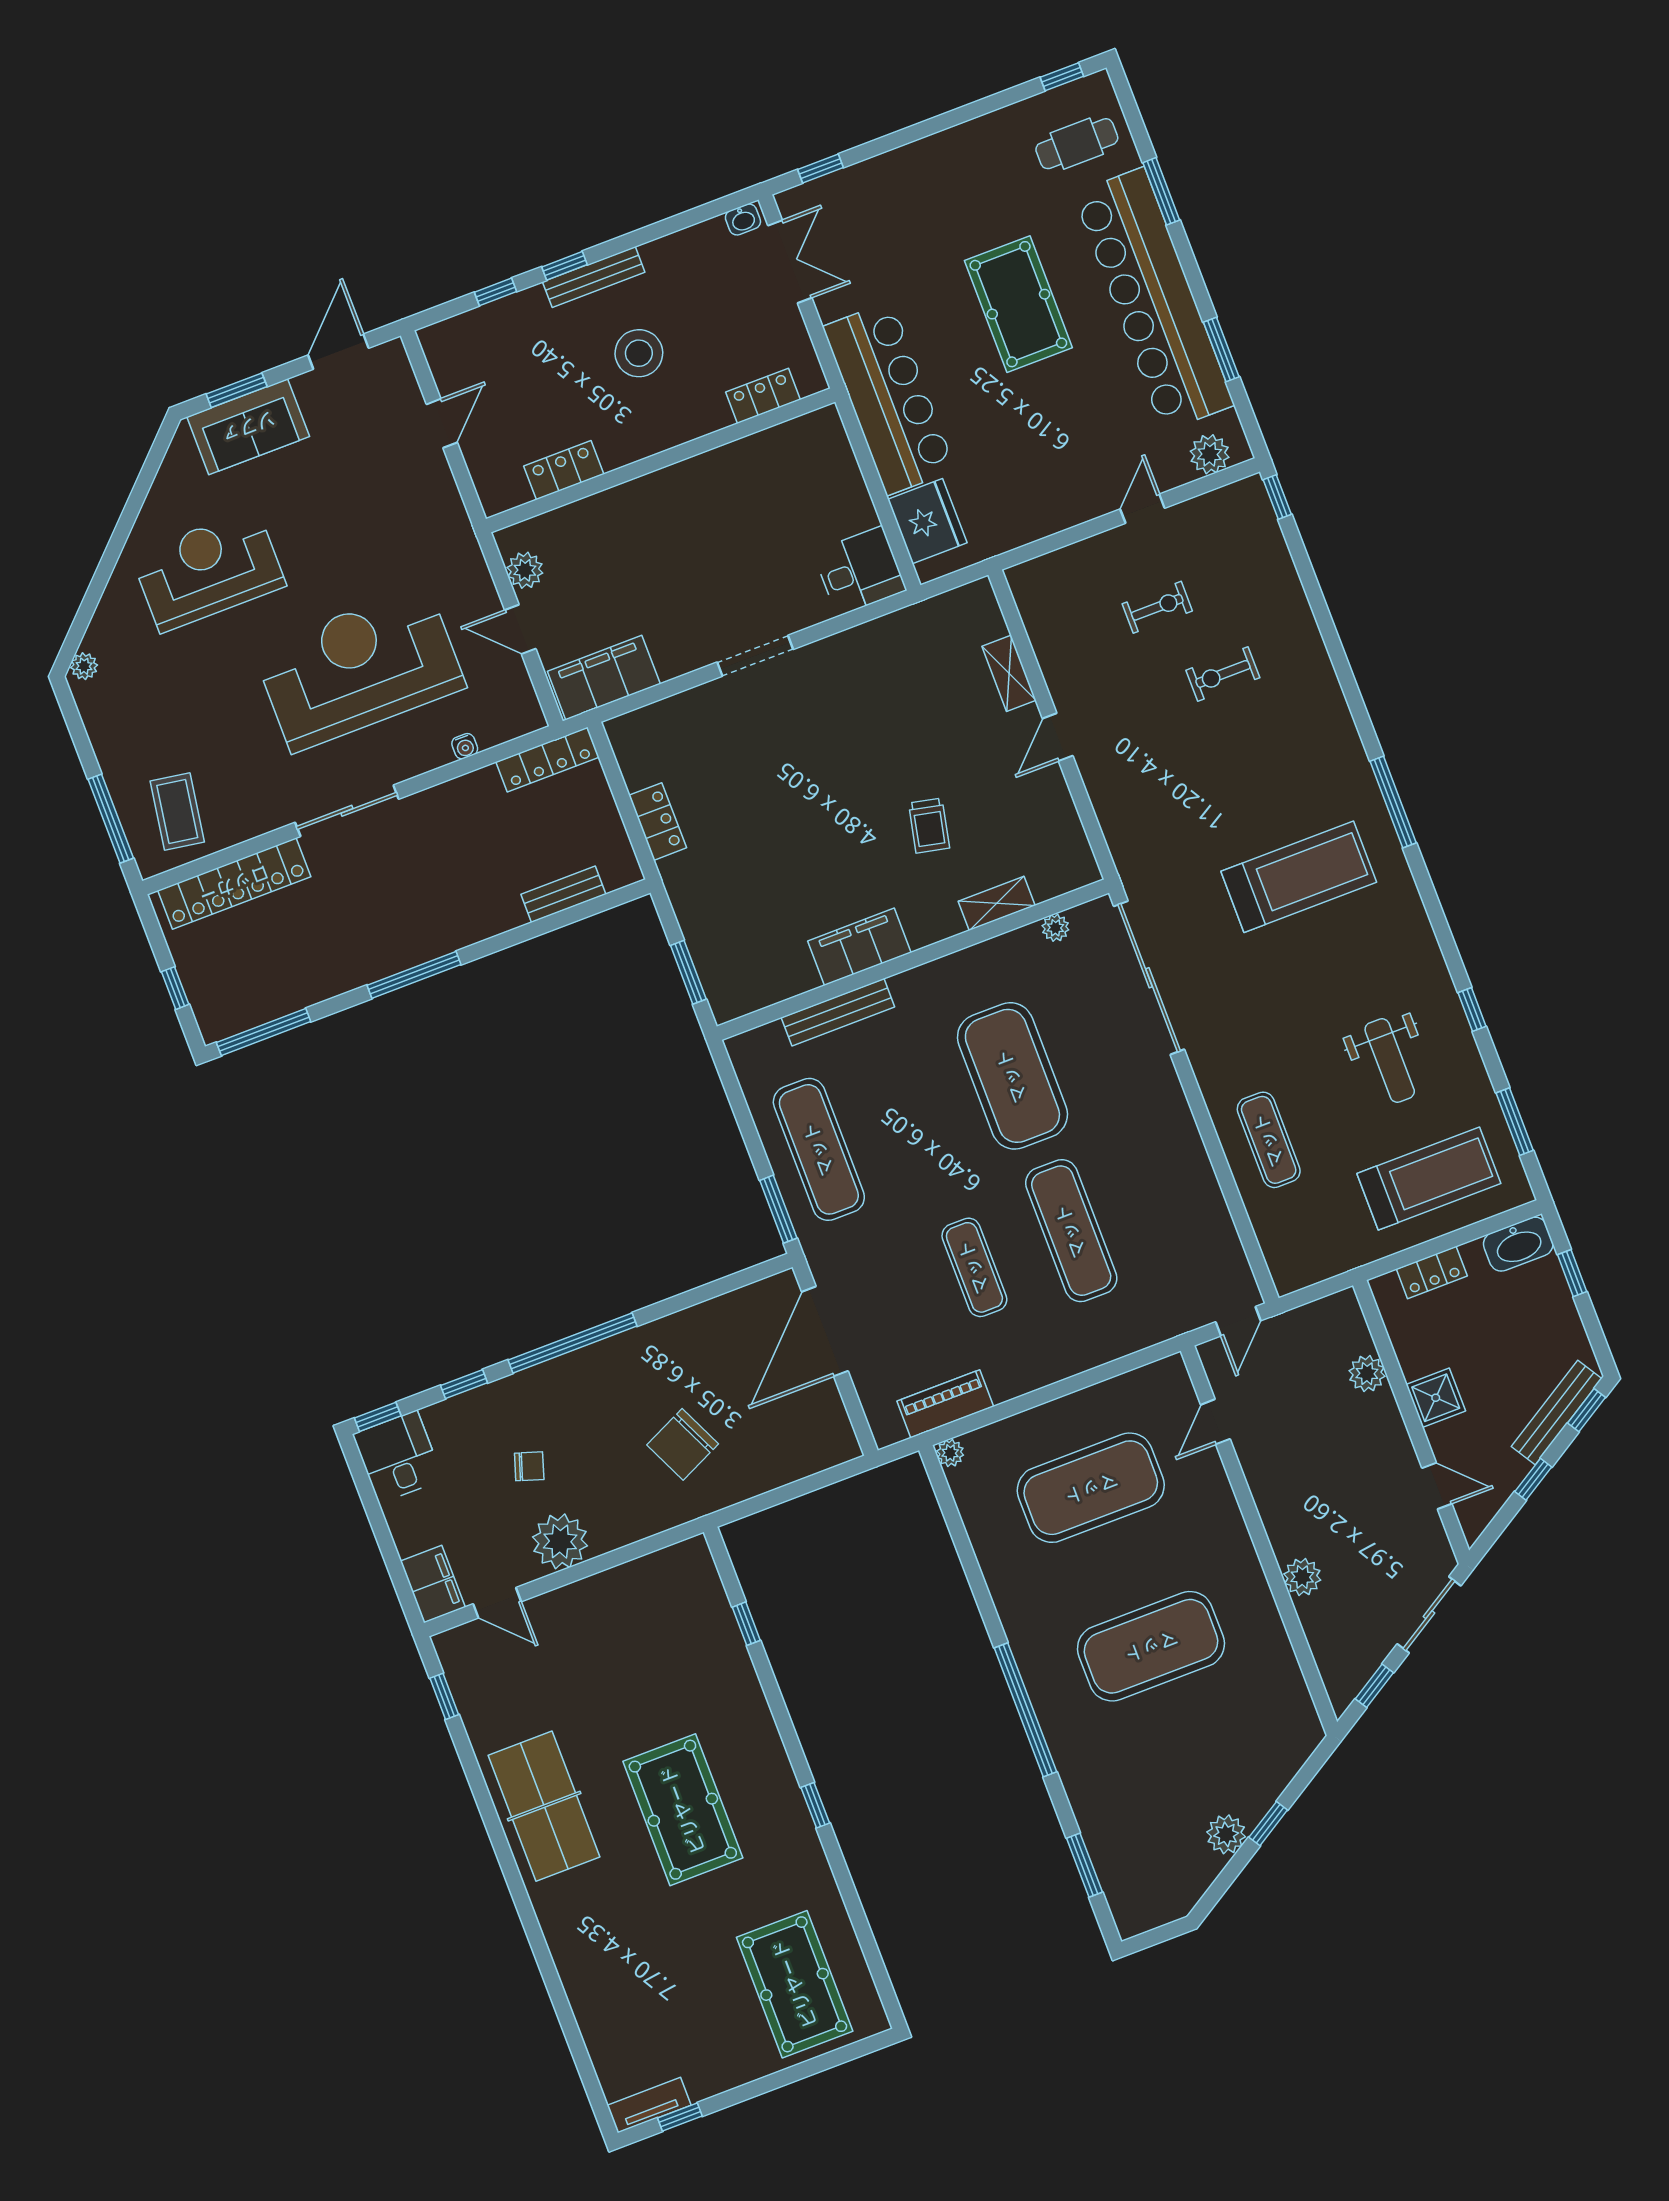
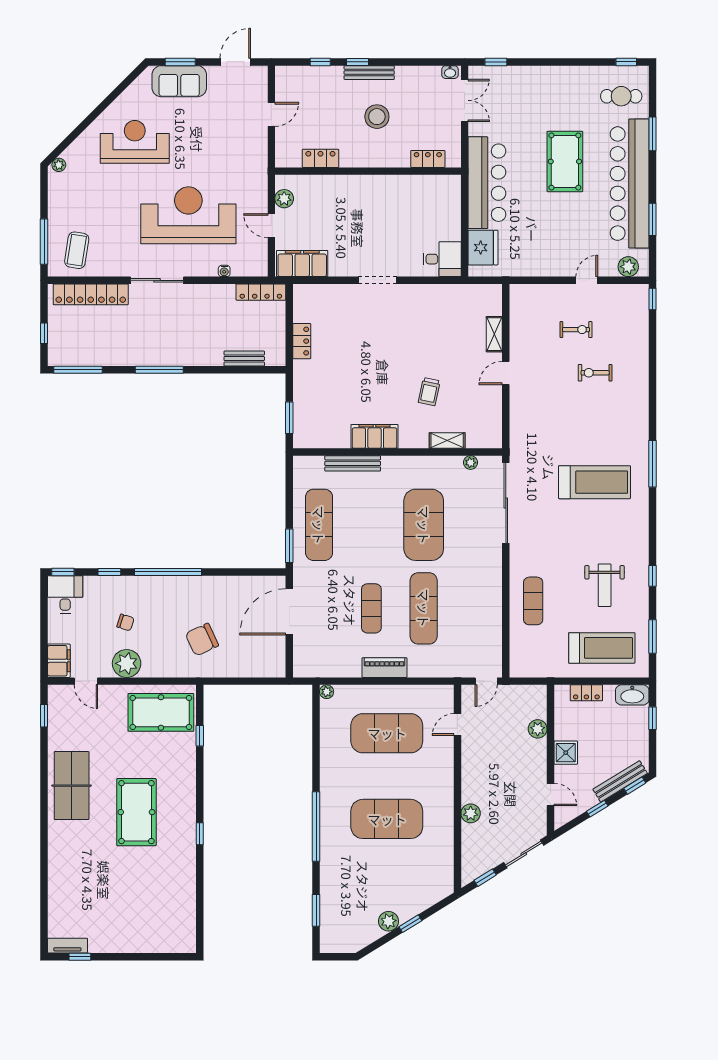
piano: (945, 1404) -> (384, 668), moved
pool table: (795, 1984) -> (161, 712), moved, turned 90

